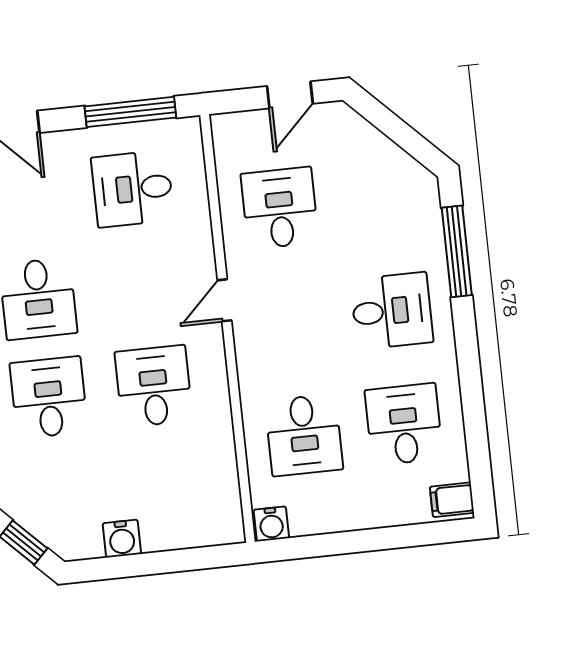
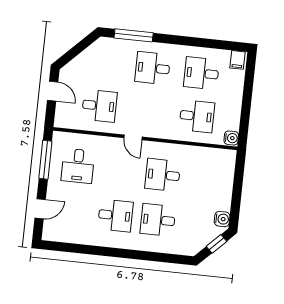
desk: (280, 208) -> (99, 106), turned 180
desk: (392, 311) -> (153, 68), turned -90
water cooler: (122, 539) -> (222, 219), moved

